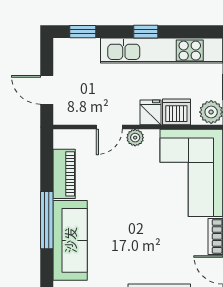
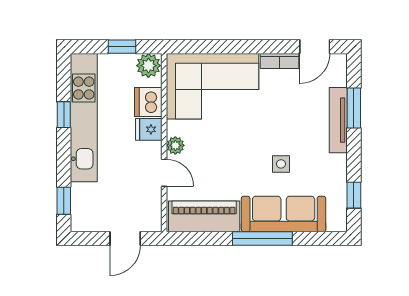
window: (146, 32) -> (64, 115), moved
piano: (64, 174) -> (204, 216), width x1.37, depth x1.33
side table: (118, 238) -> (281, 164), added

